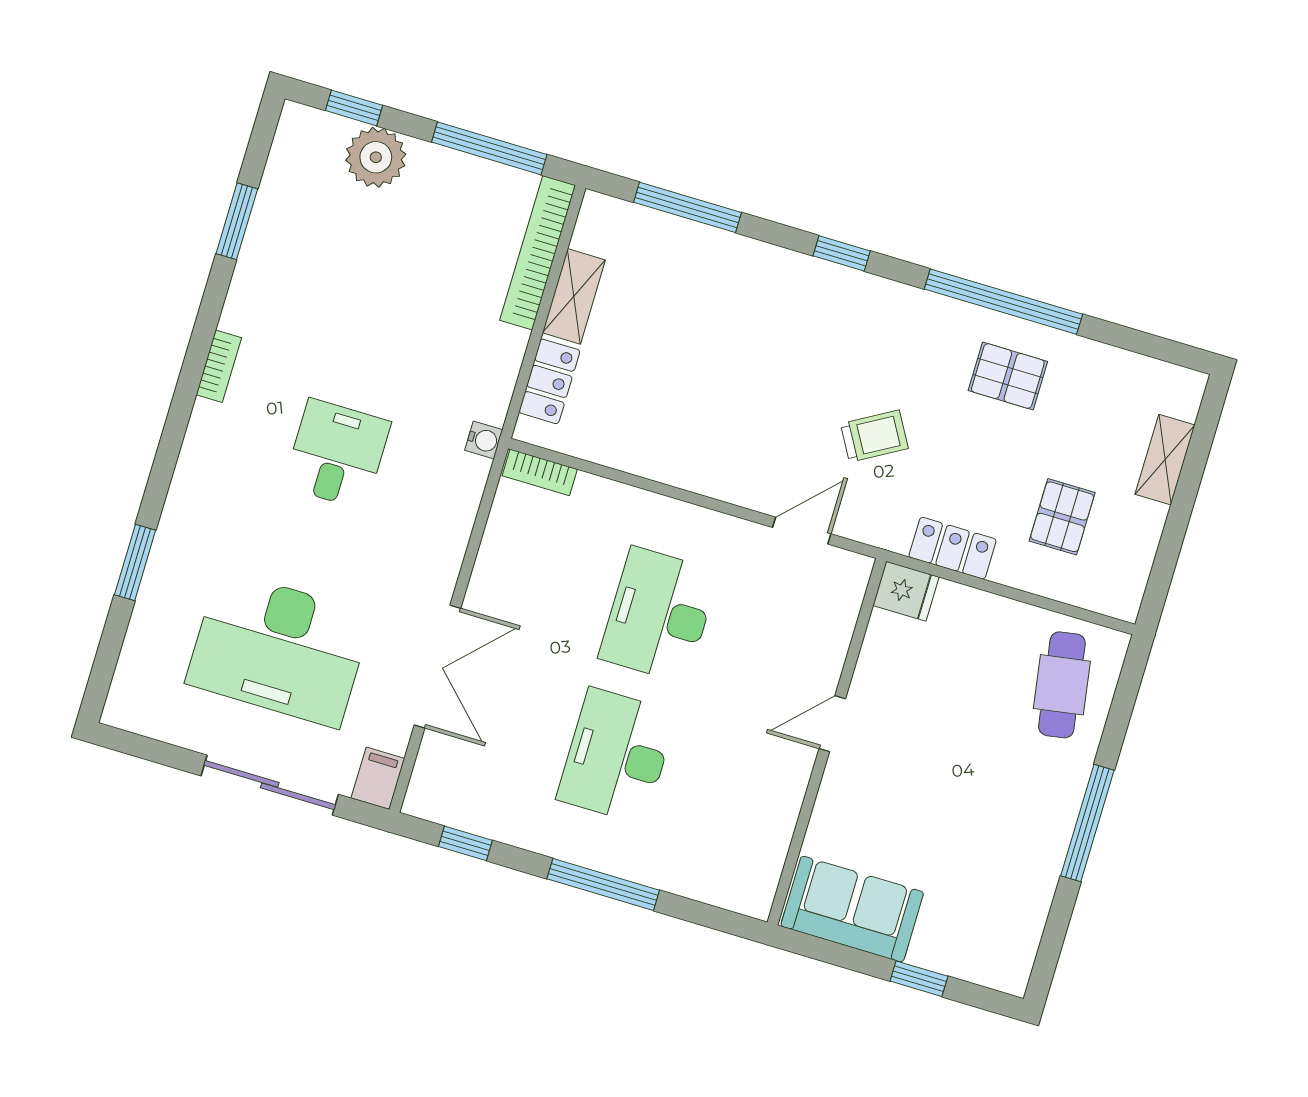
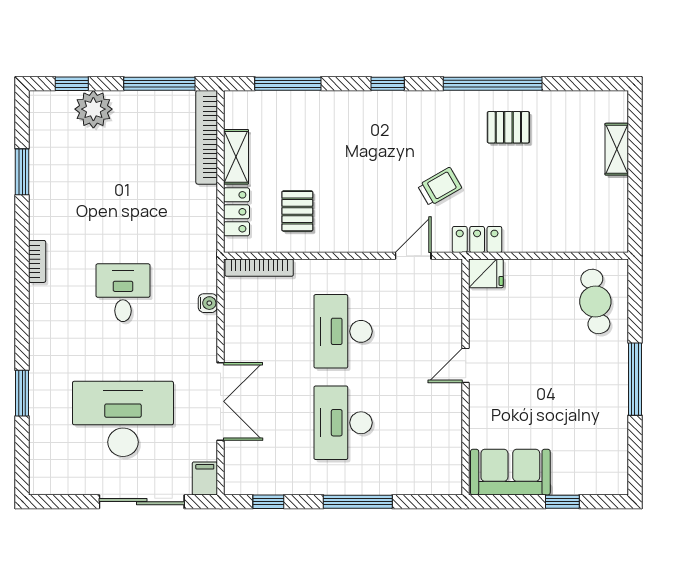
water cooler: (484, 440) -> (208, 303), moved
bookcase: (540, 472) -> (259, 268), width x1.56
pallet: (1062, 517) -> (297, 211), moved
locker: (953, 548) -> (477, 239), moved
desk: (279, 649) -> (123, 419), turned 180

